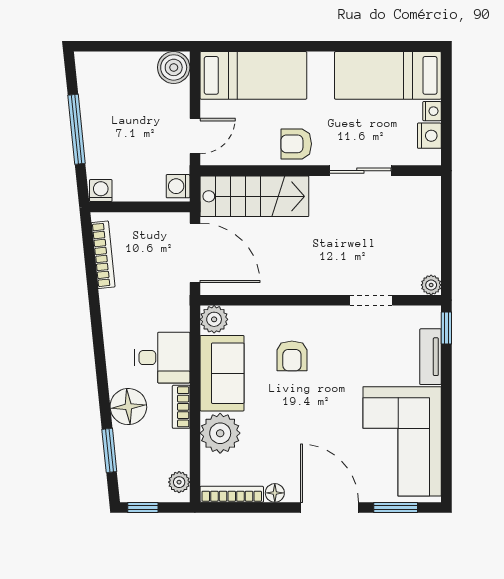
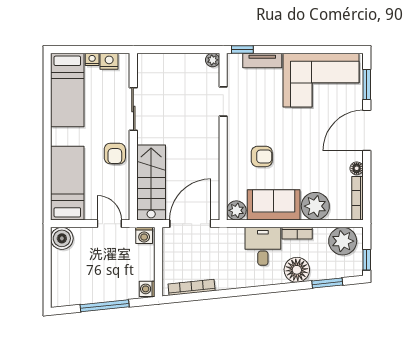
plant: (179, 482) -> (343, 241), width x1.87, depth x1.87

